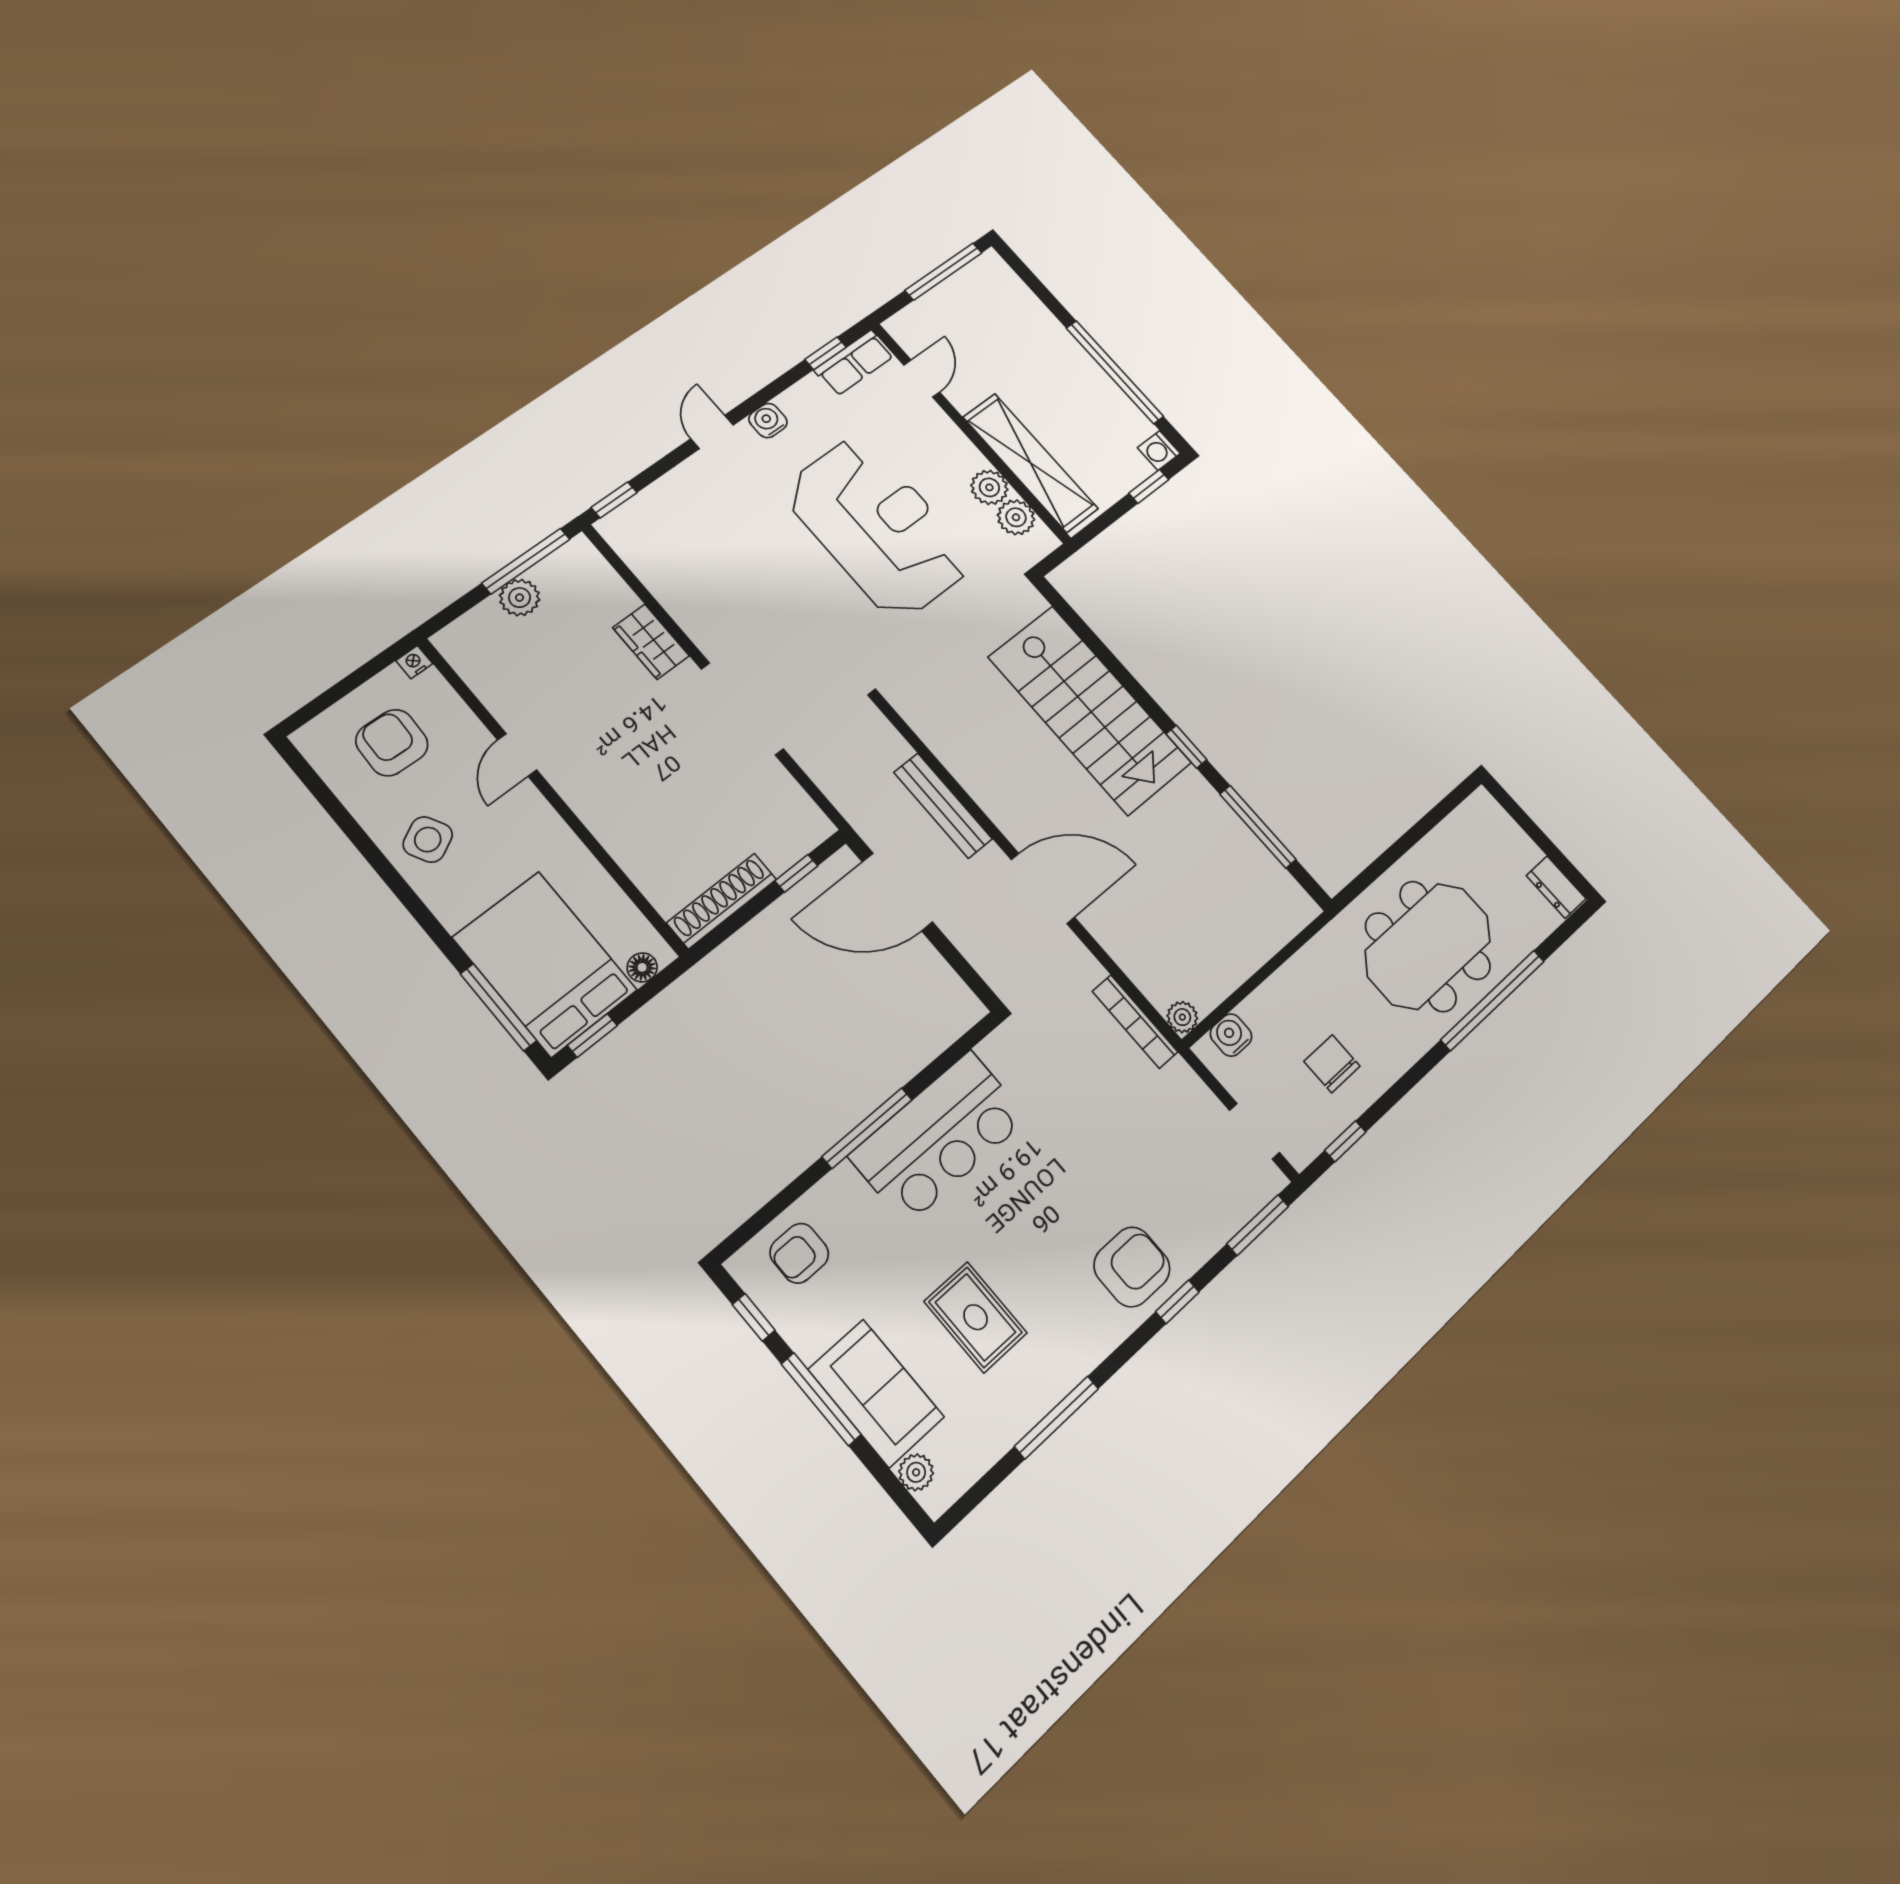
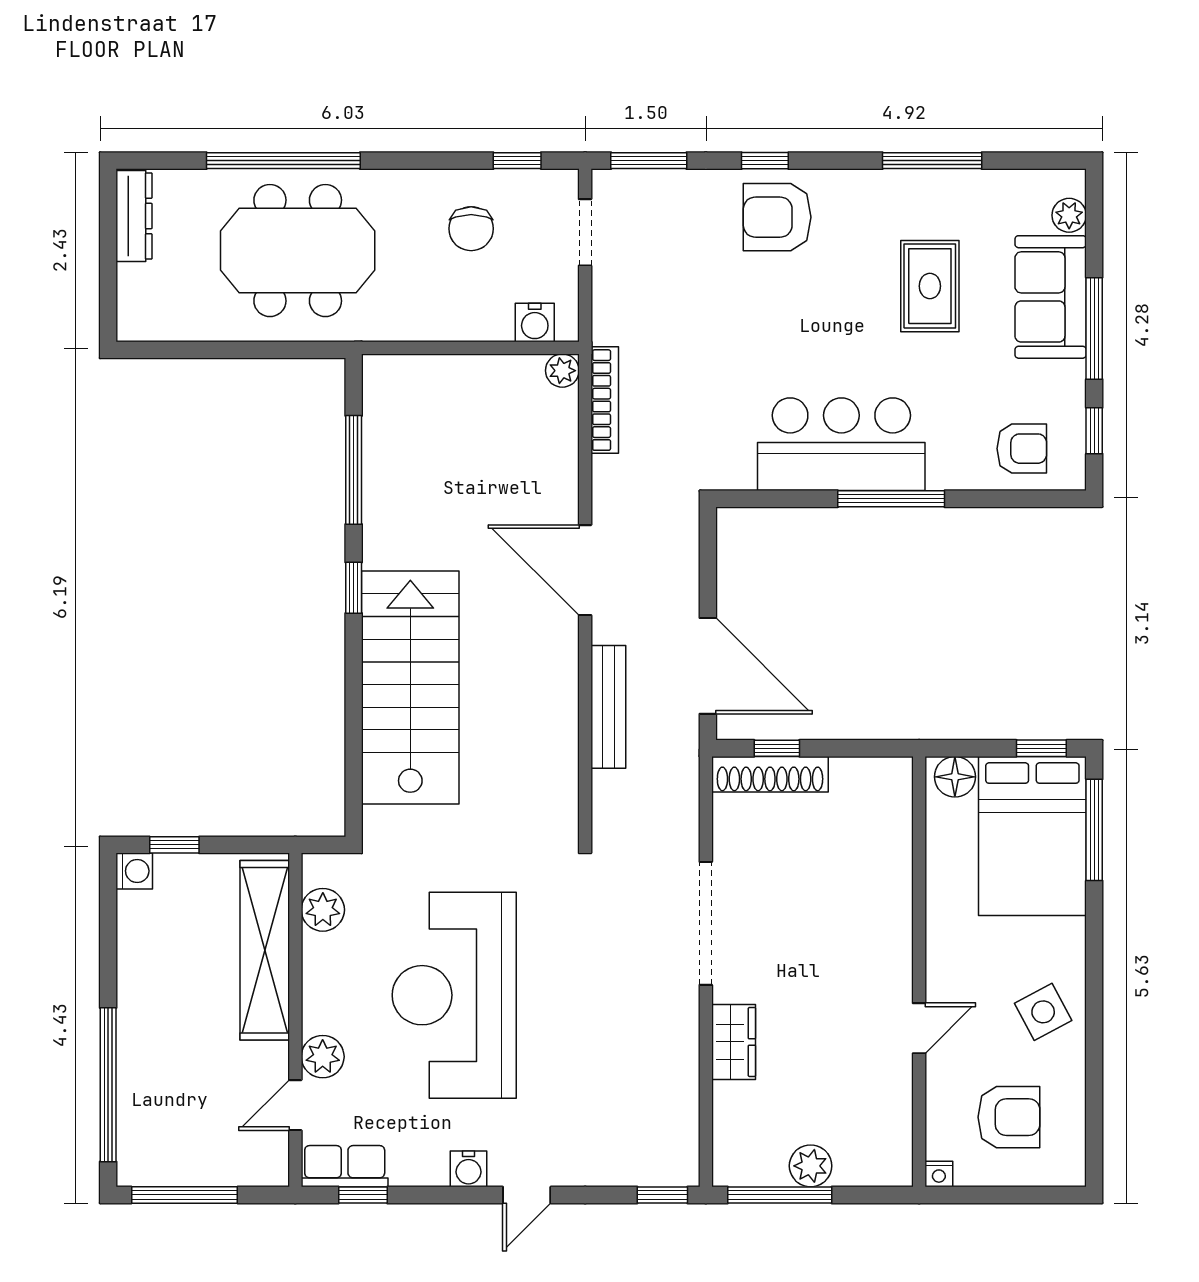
window: (1115, 372) -> (108, 1085), moved
plant: (989, 487) -> (323, 1057), moved
armchair: (392, 743) -> (1009, 1117), turned -92
dresser: (1556, 887) -> (134, 216), width x1.44
shoe rack: (722, 901) -> (770, 774), moved
floor lamp: (642, 967) -> (955, 777), width x1.37, depth x1.37

